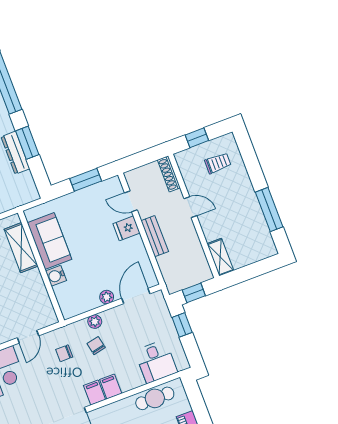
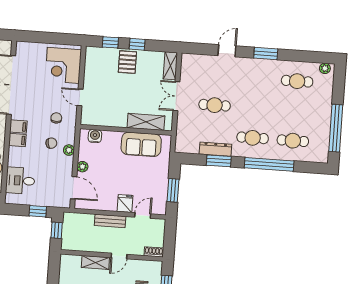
shoe rack: (169, 174) -> (154, 252), width x0.70
shelving: (220, 257) -> (95, 262), moved
water cooler: (56, 276) -> (95, 136), moved

